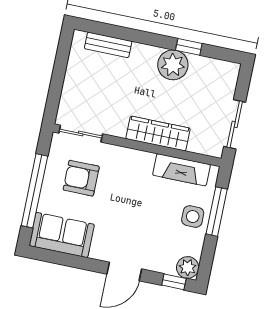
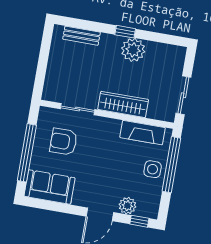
window: (189, 47) -> (125, 32), moved
sliding door: (81, 134) -> (78, 109), moved
window: (217, 212) -> (171, 165), width x1.46
plant: (188, 267) -> (127, 206), moved

